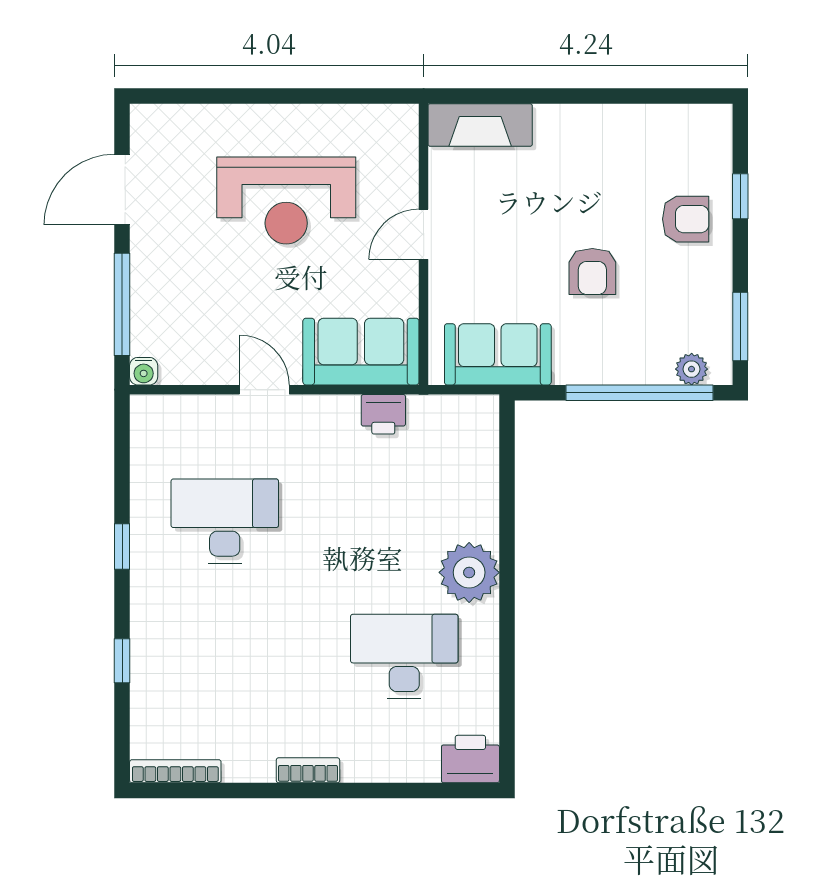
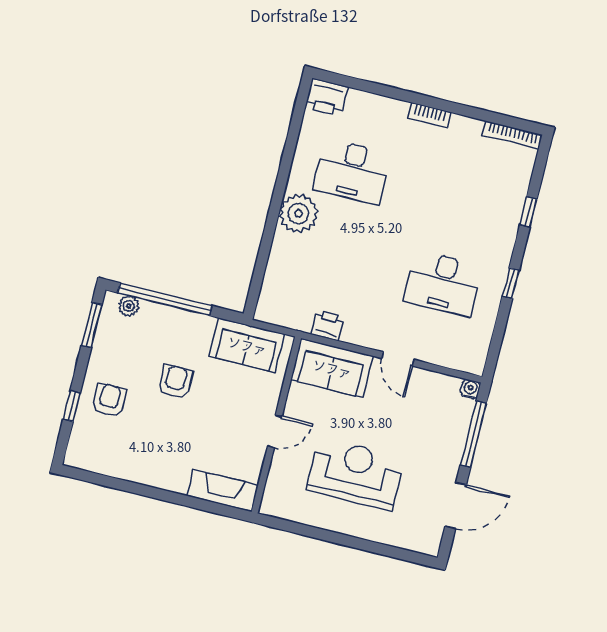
armchair: (686, 219) -> (109, 400), turned 90

